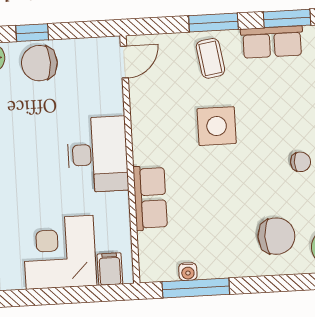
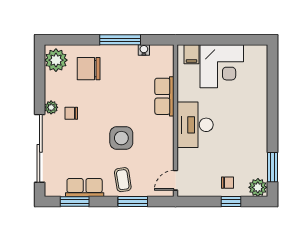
window: (213, 23) -> (133, 201), moved
chair: (39, 63) -> (228, 183), width x0.54, depth x0.54
window: (196, 288) -> (120, 40), moved

